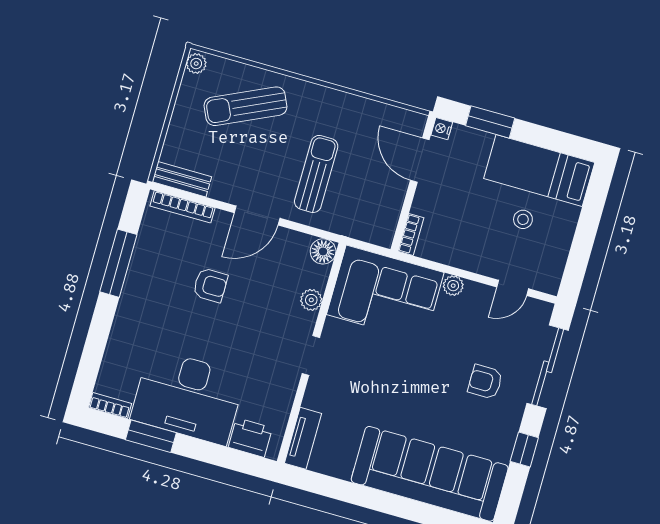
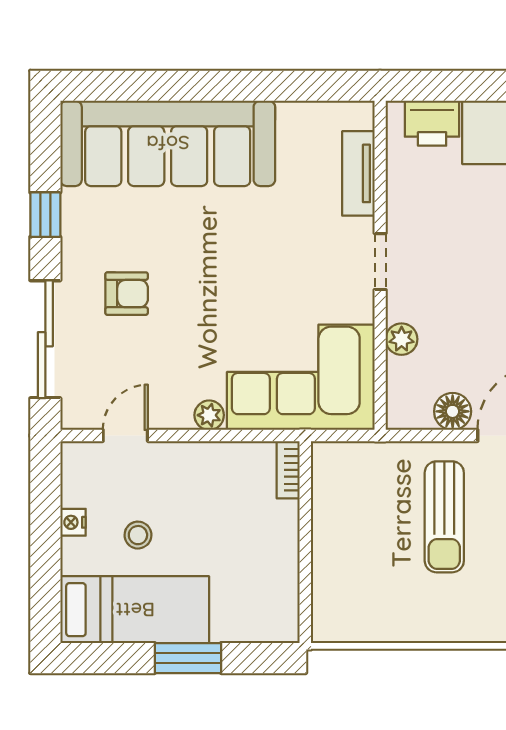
window: (490, 122) -> (188, 658), moved
nightstand: (442, 129) -> (73, 522), moved, turned 180
door: (420, 160) -> (305, 577), removed
floor lamp: (323, 251) -> (453, 411), moved
tv unit: (303, 438) -> (358, 173), moved

